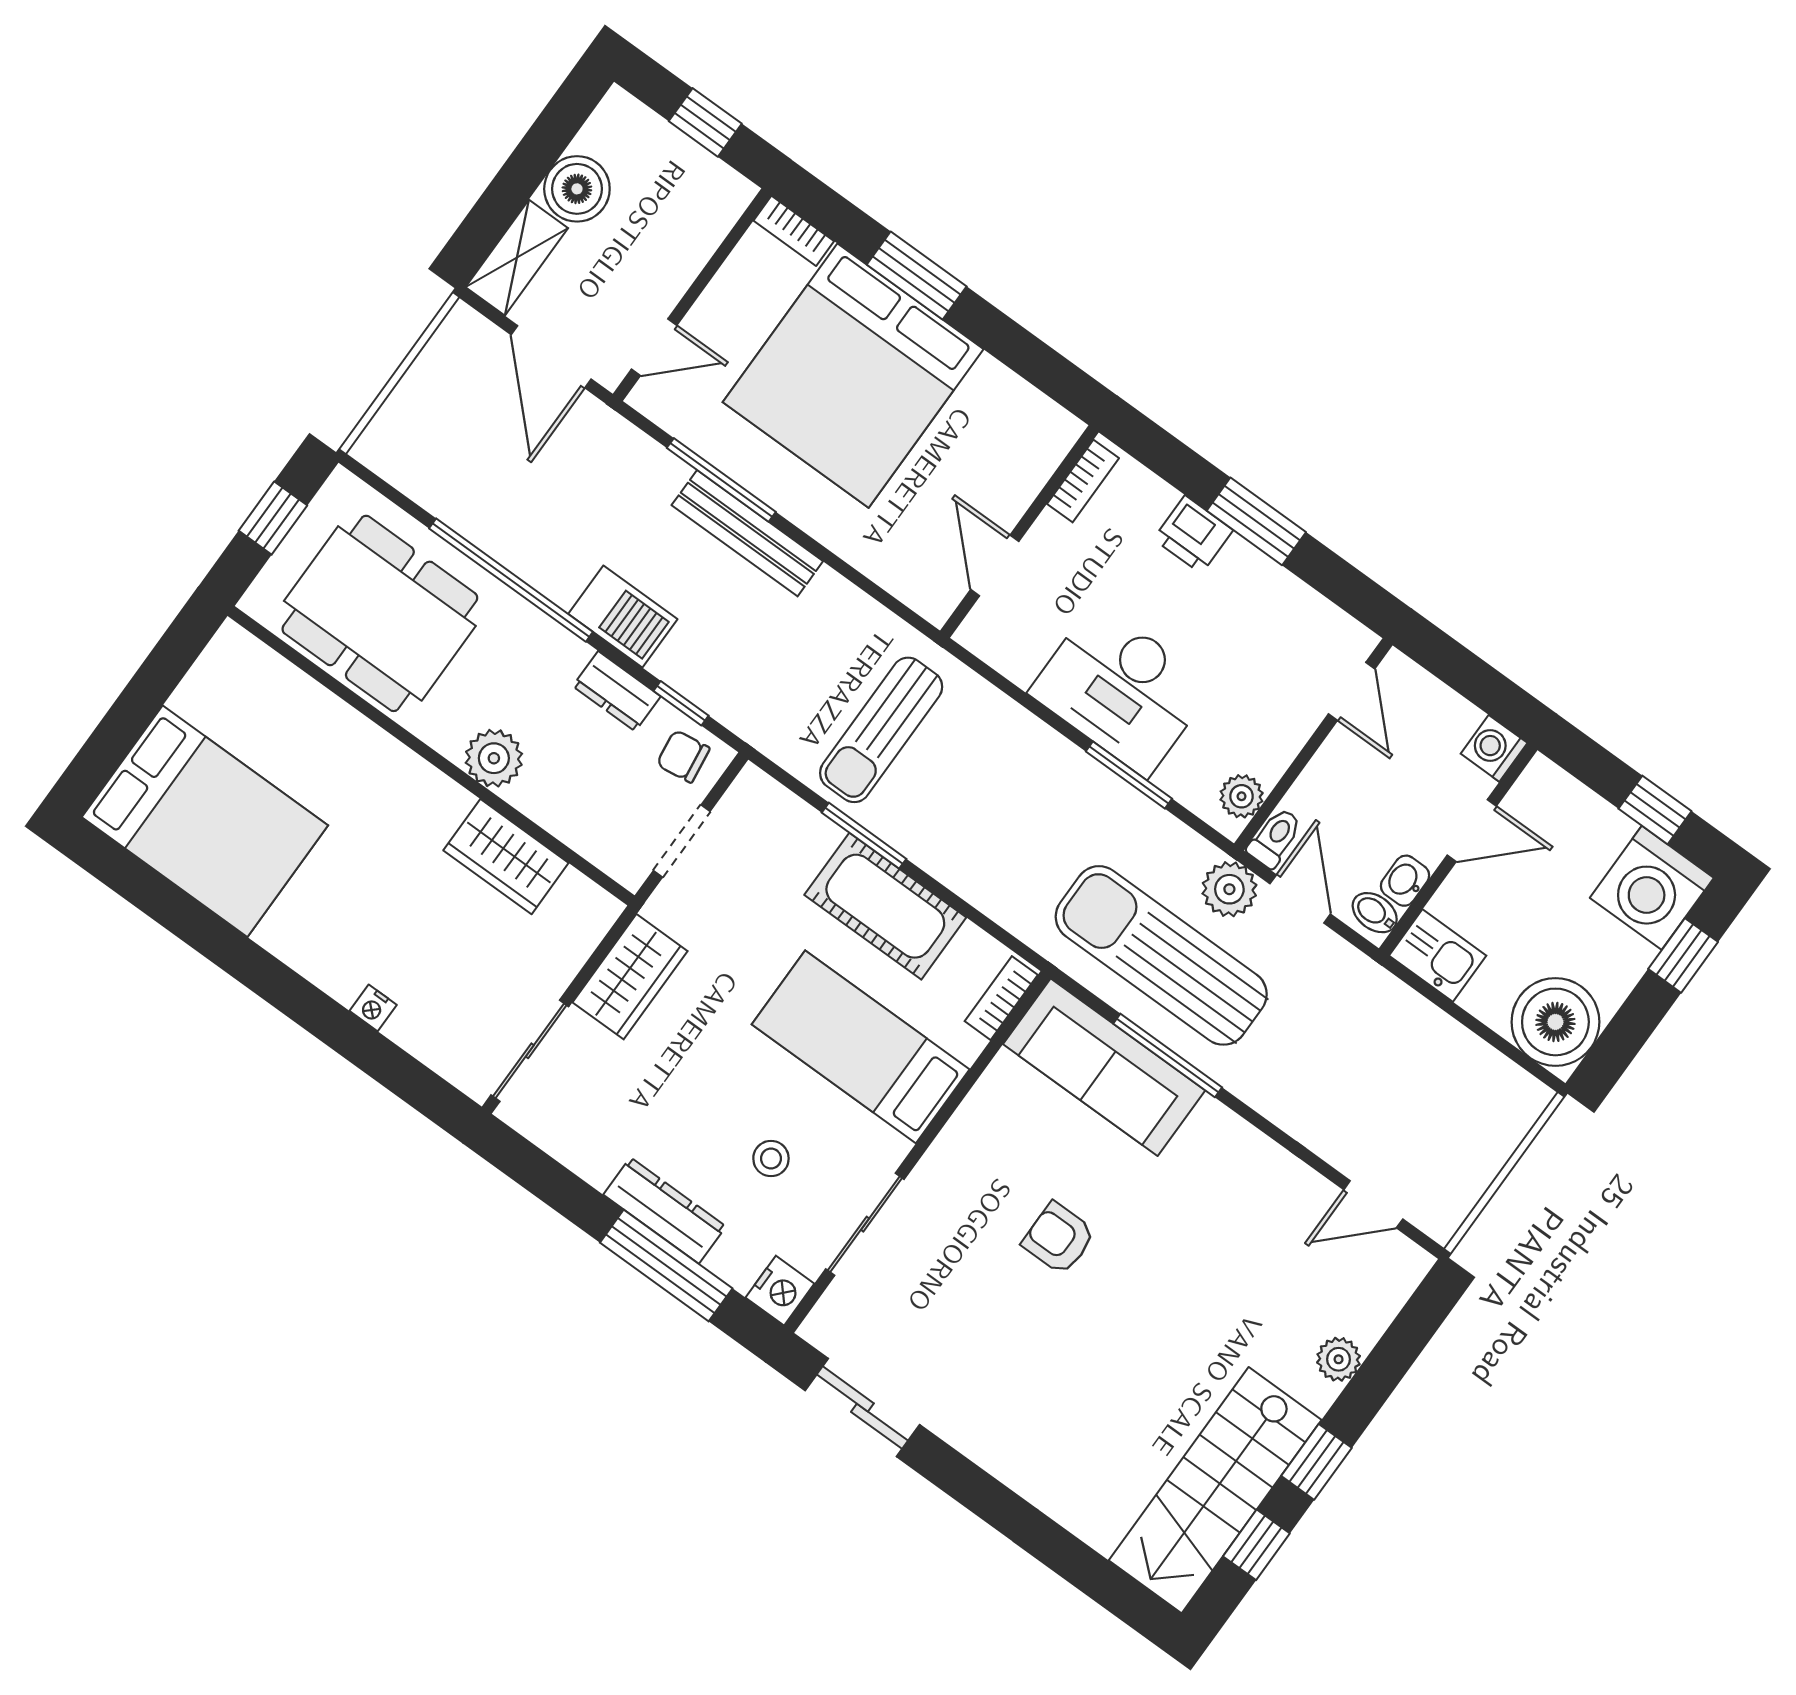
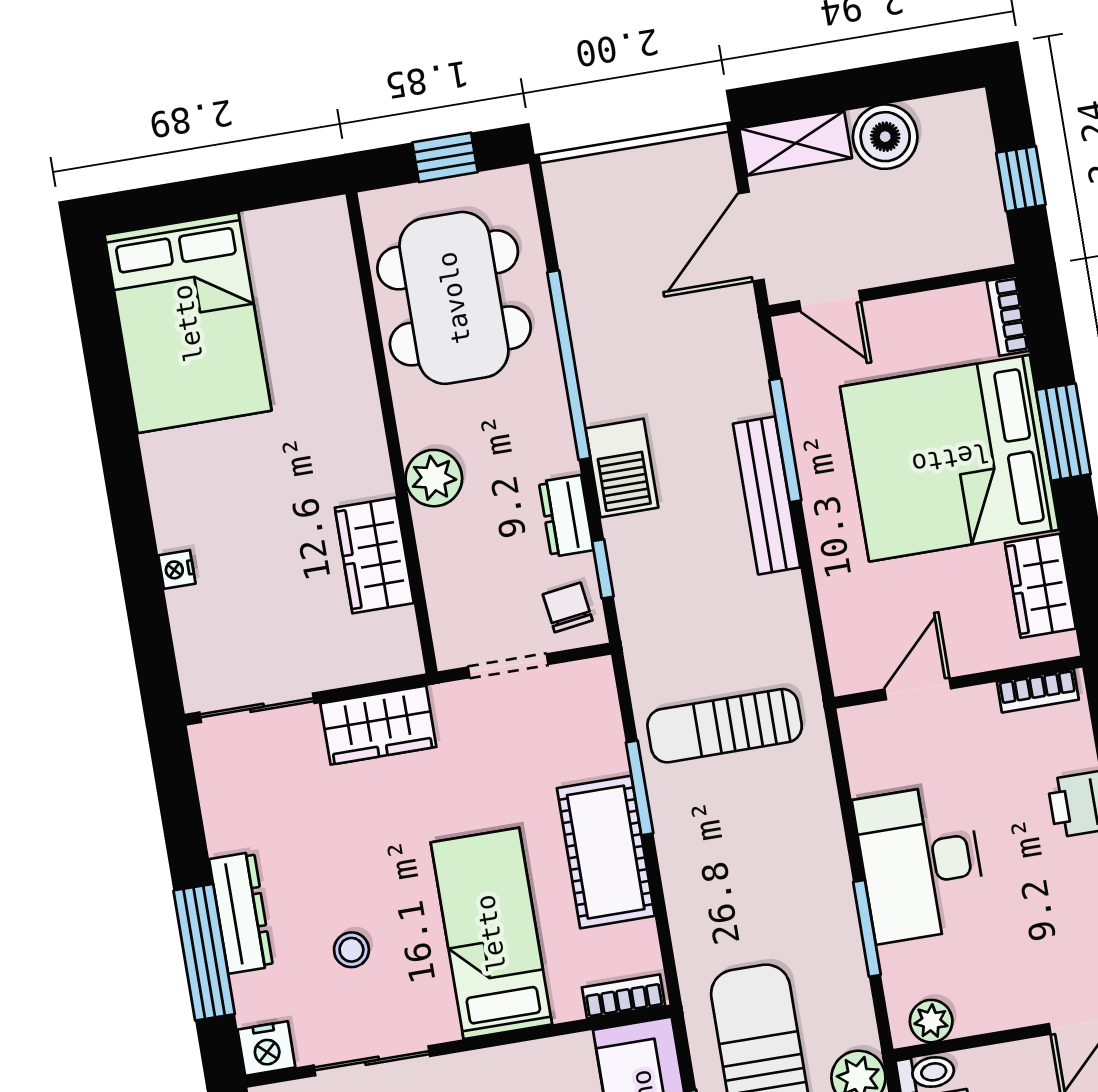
wardrobe: (1010, 403) -> (1040, 586), added

